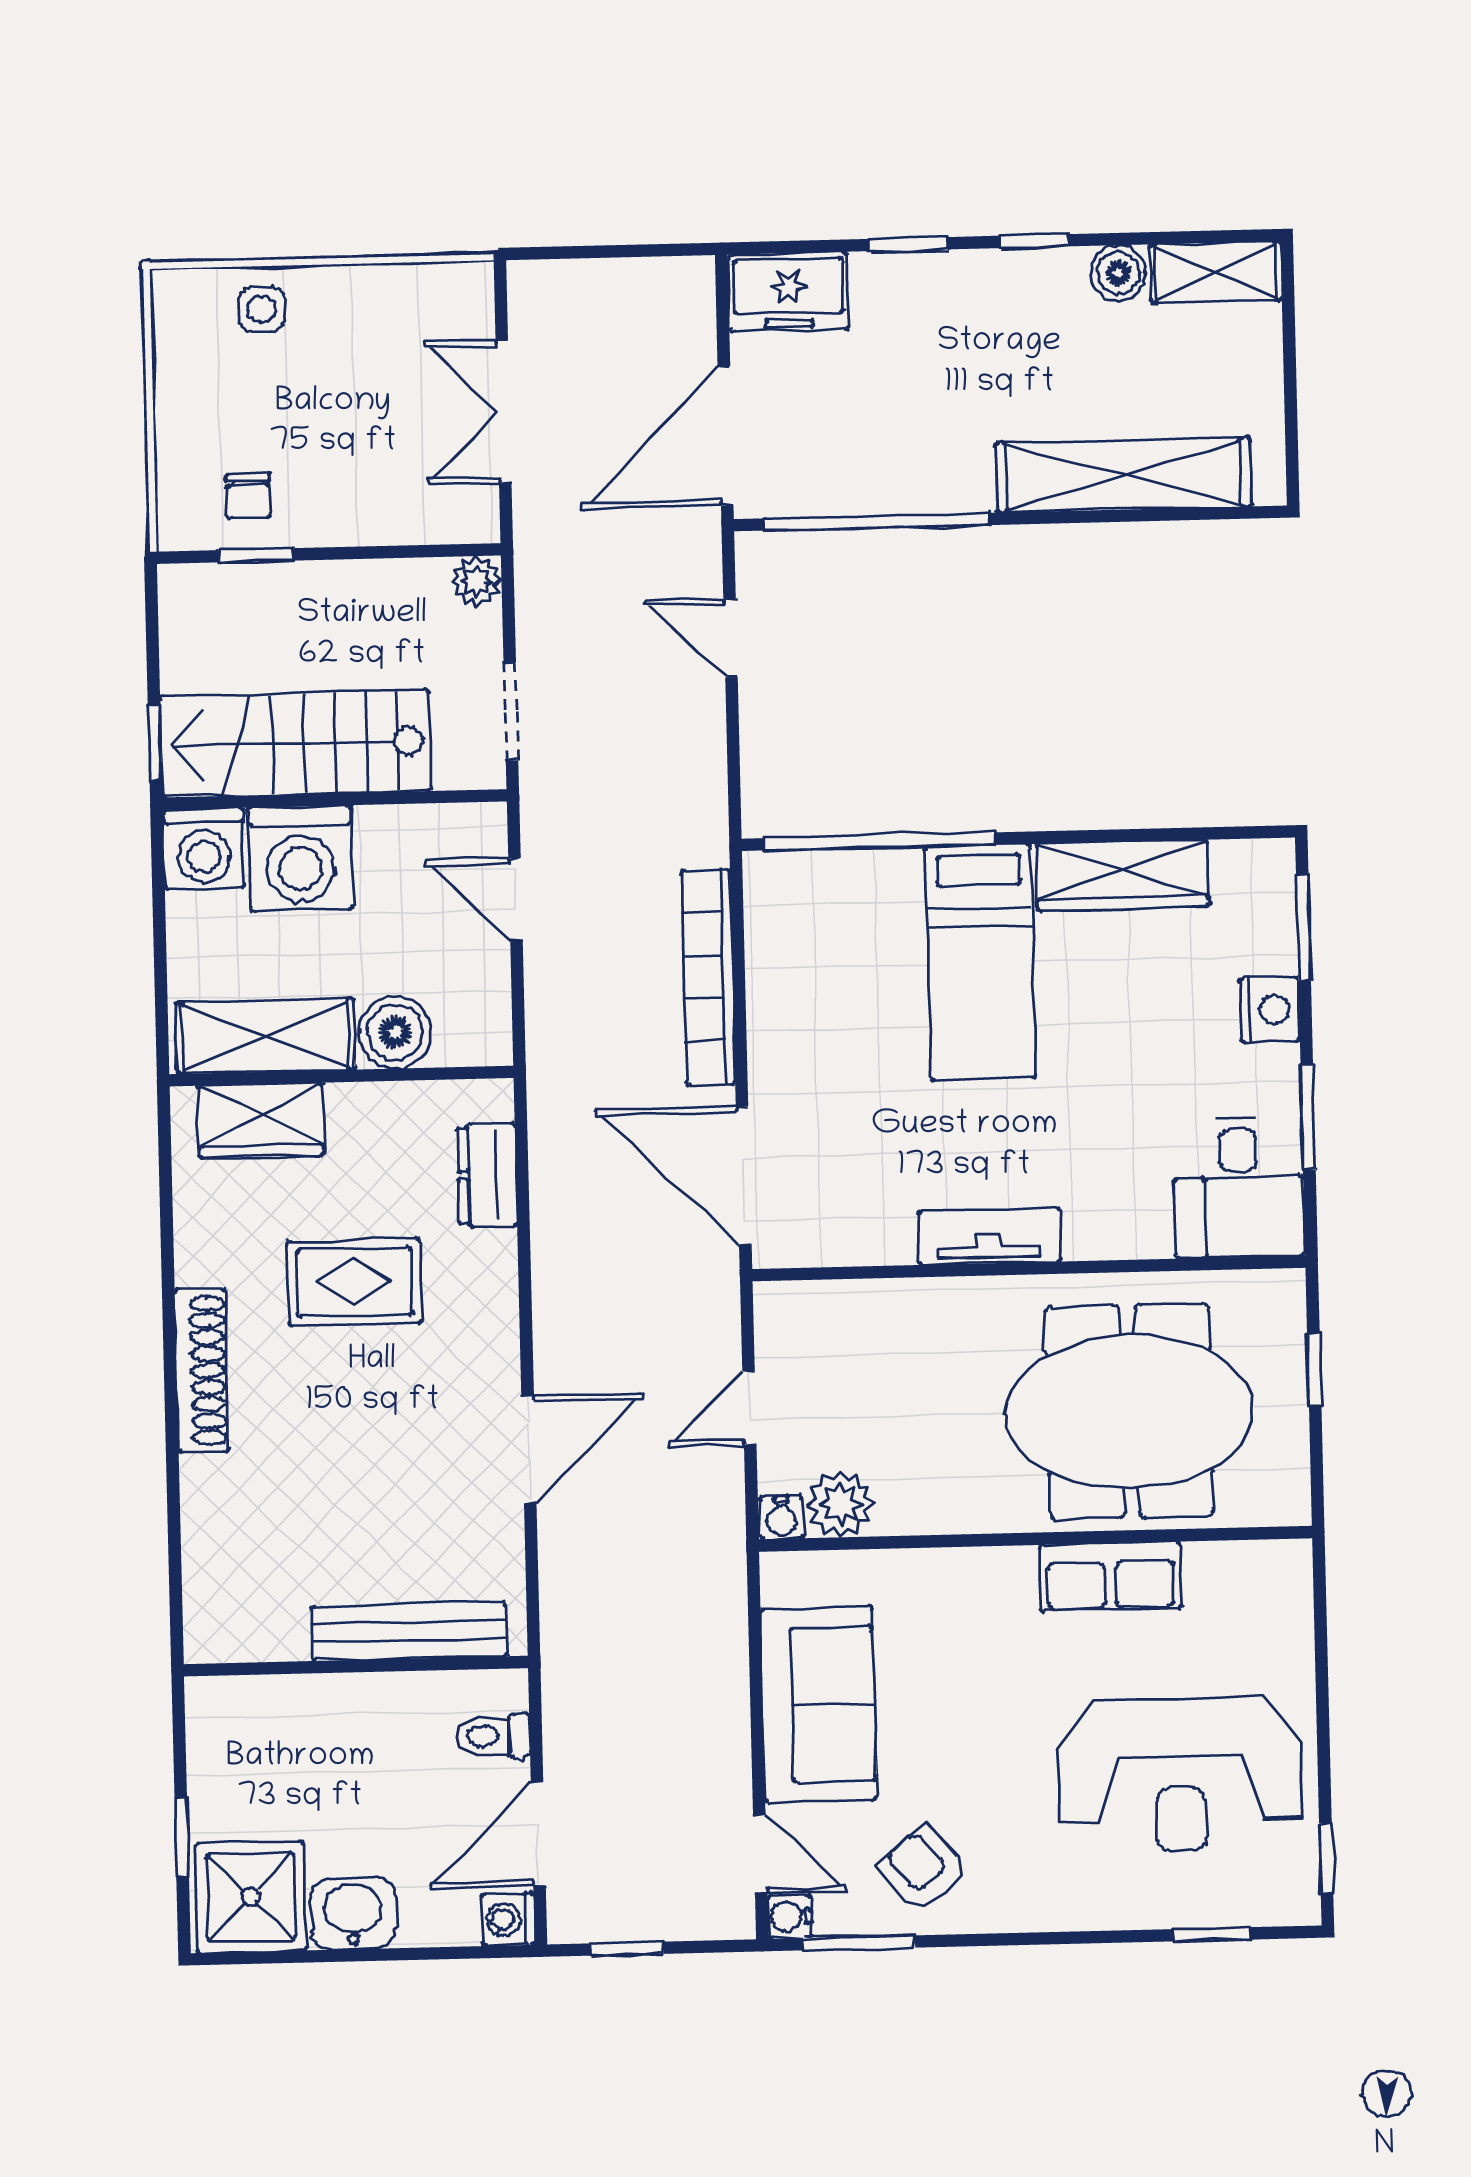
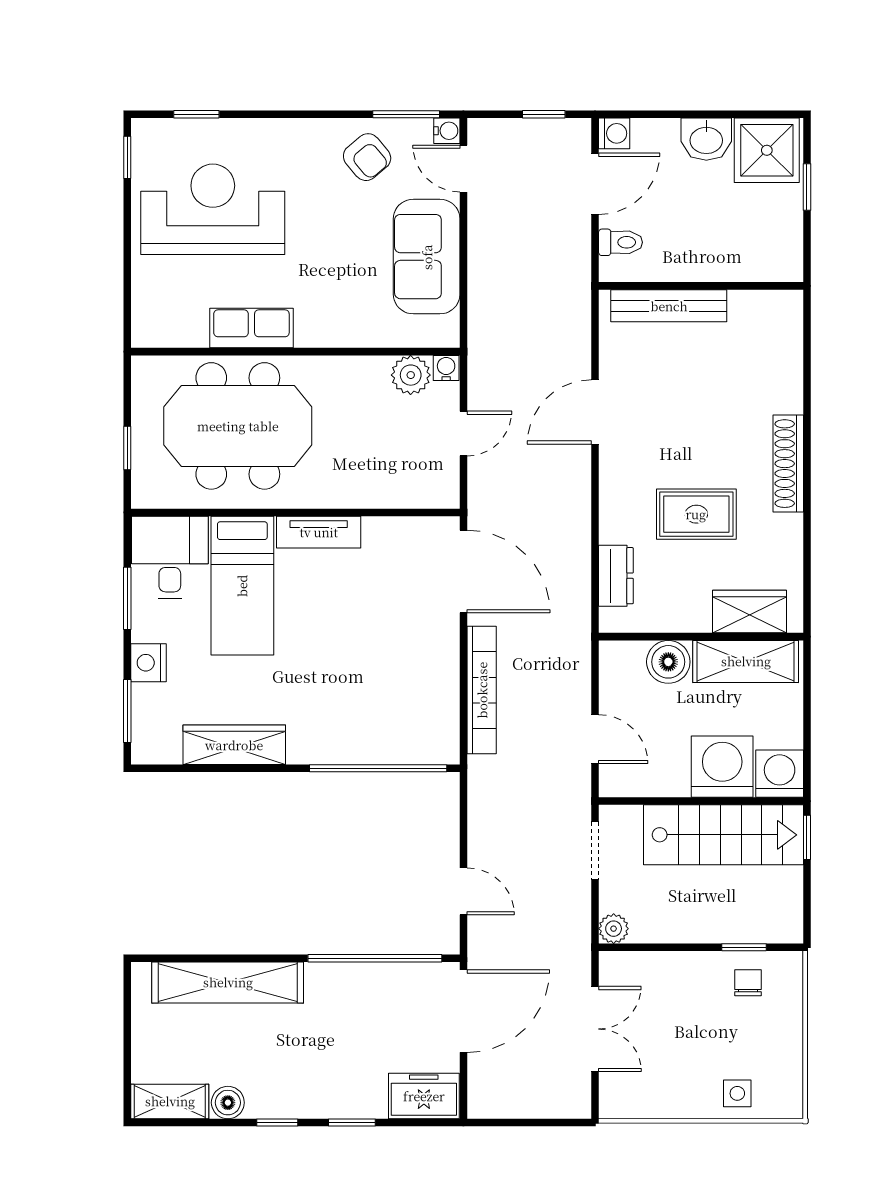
bed: (981, 962) -> (242, 586), moved, turned 180

